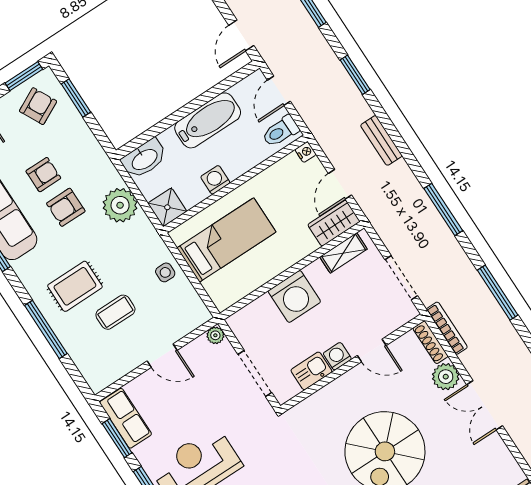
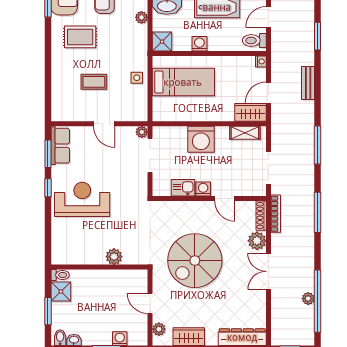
plant: (120, 205) -> (141, 17), width x0.53, depth x0.53
rug: (75, 286) -> (80, 37), moved
window: (46, 329) -> (48, 66), removed
doorway: (255, 373) -> (150, 155), moved

